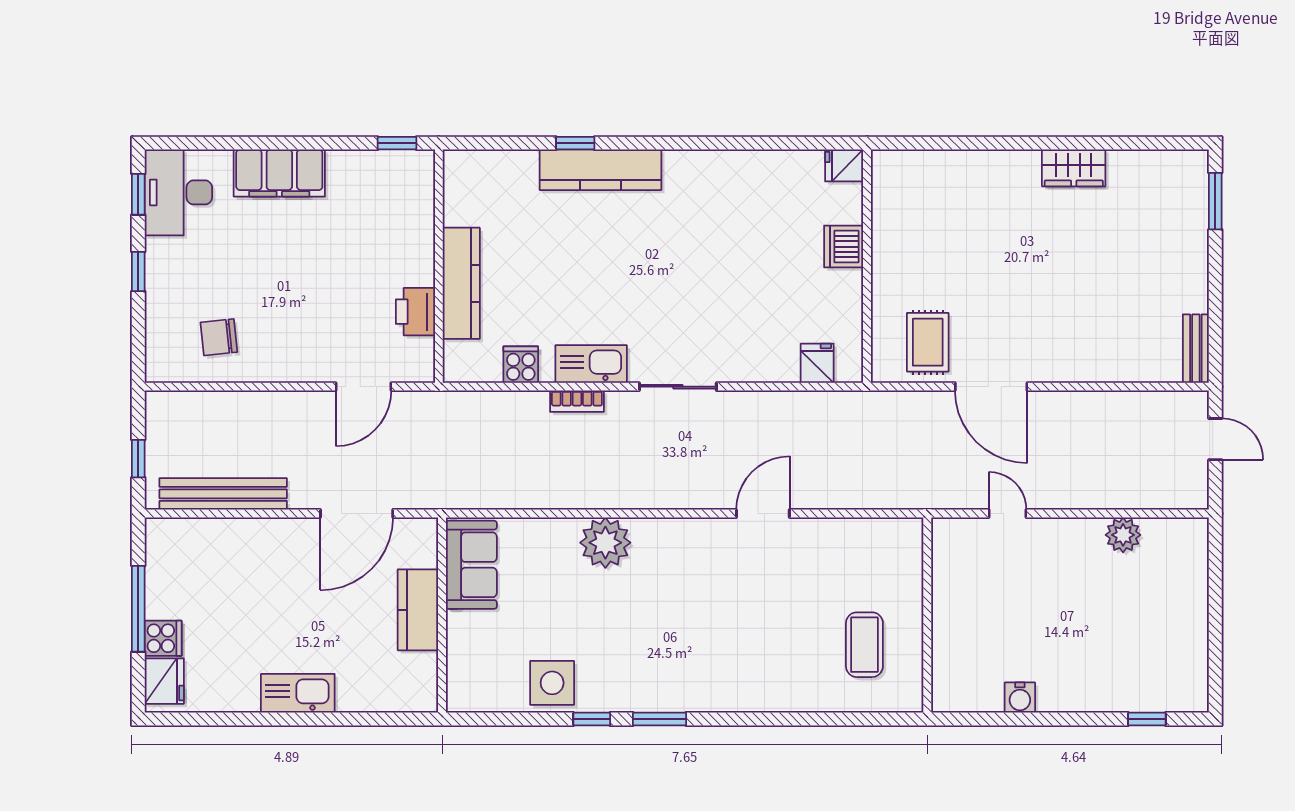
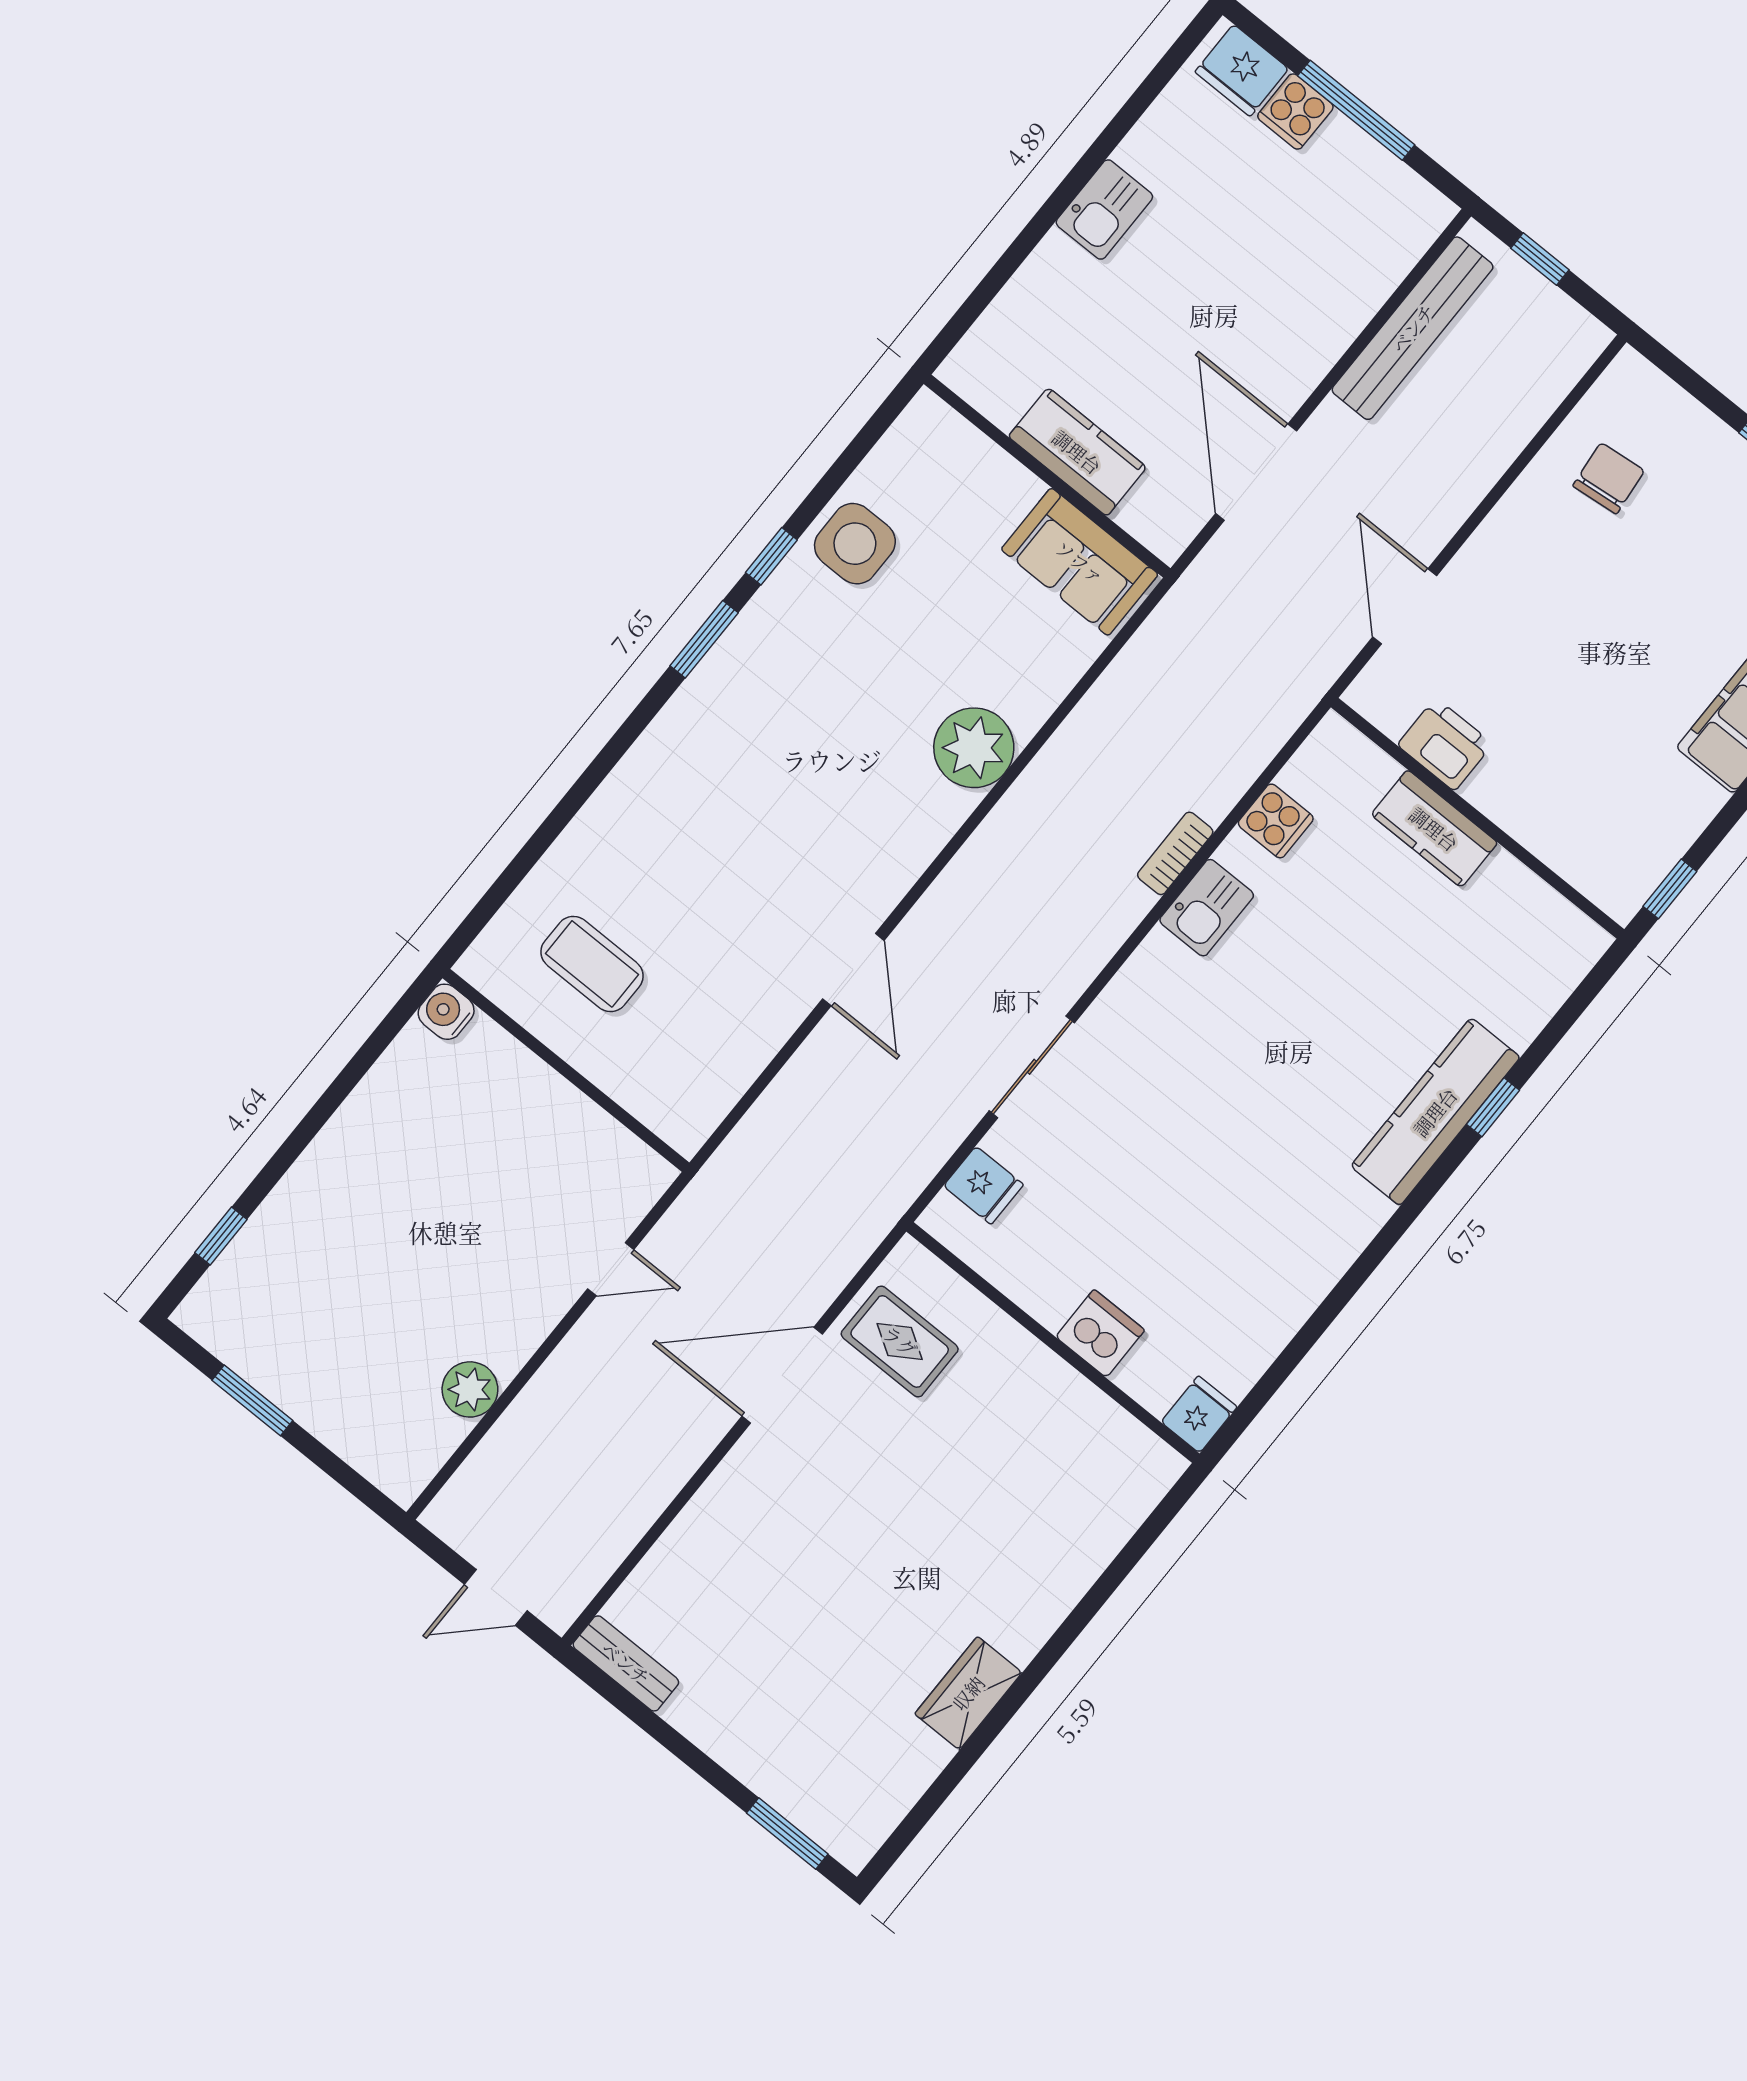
kitchen counter: (461, 283) -> (1434, 829), width x0.67
kitchen sink: (591, 364) -> (1207, 908), width x0.73
sliding door: (678, 387) -> (1032, 1067), moved
window: (1215, 638) -> (252, 1400), added
kitchen sink: (298, 693) -> (1104, 210), width x0.73
water cooler: (1020, 698) -> (446, 1012), moved

